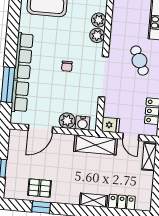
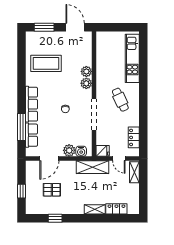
pallet: (40, 188) -> (52, 190), moved

